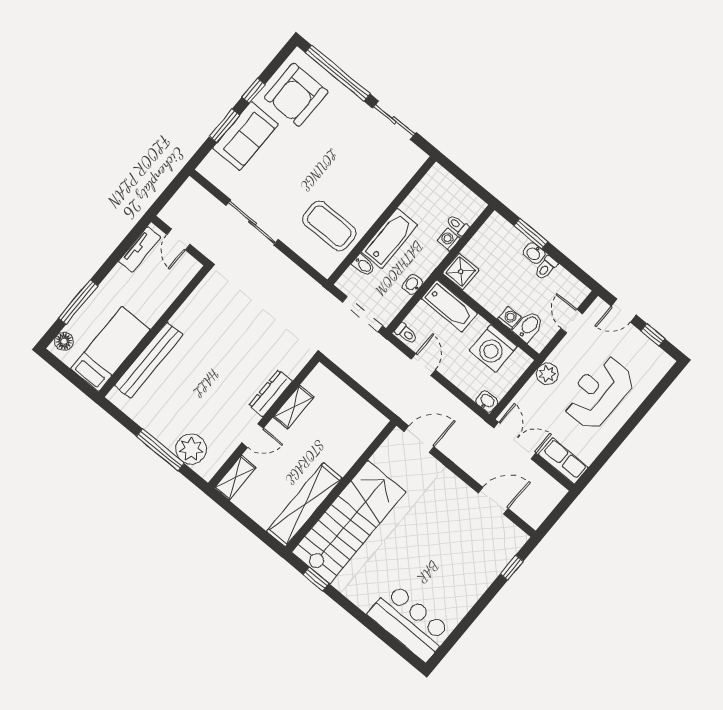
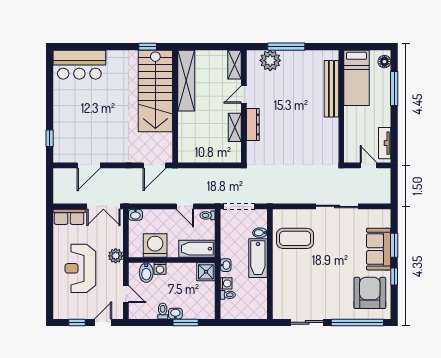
washbasin: (412, 284) -> (226, 265), moved
reception desk: (599, 393) -> (80, 268), turned 180

